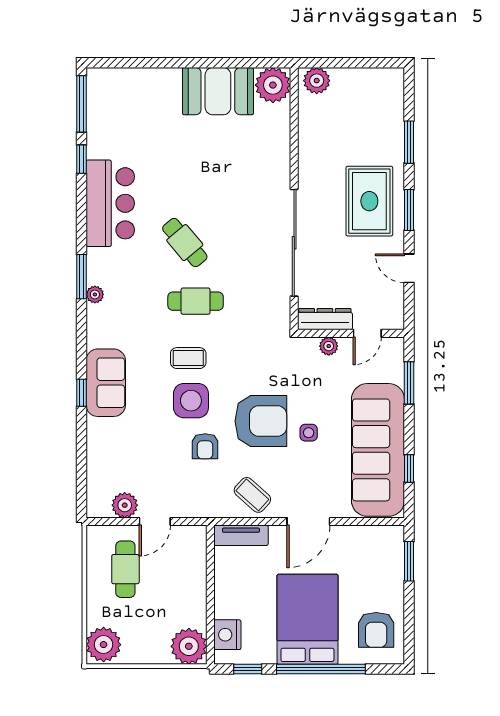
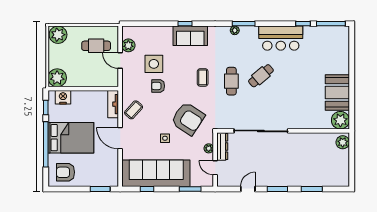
rug: (369, 201) -> (282, 169), removed
side table: (191, 401) -> (154, 64), moved
armchair: (261, 421) -> (188, 119), moved, turned -57

